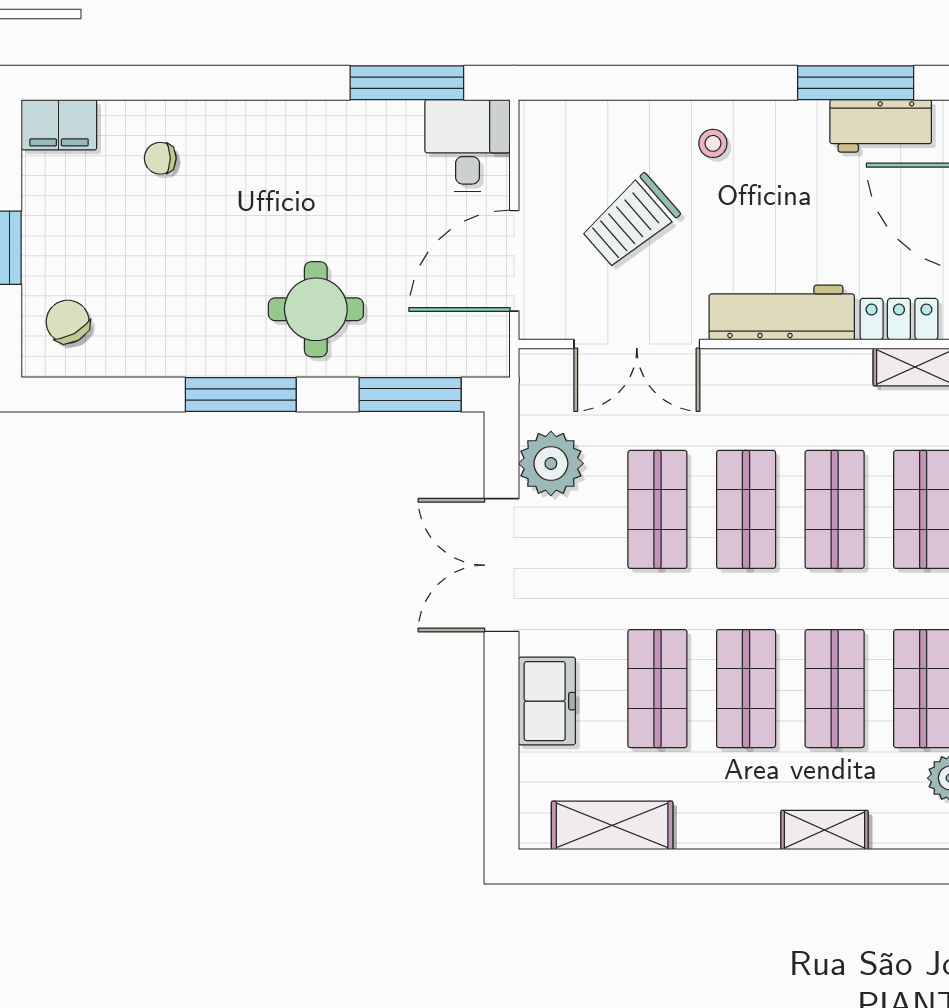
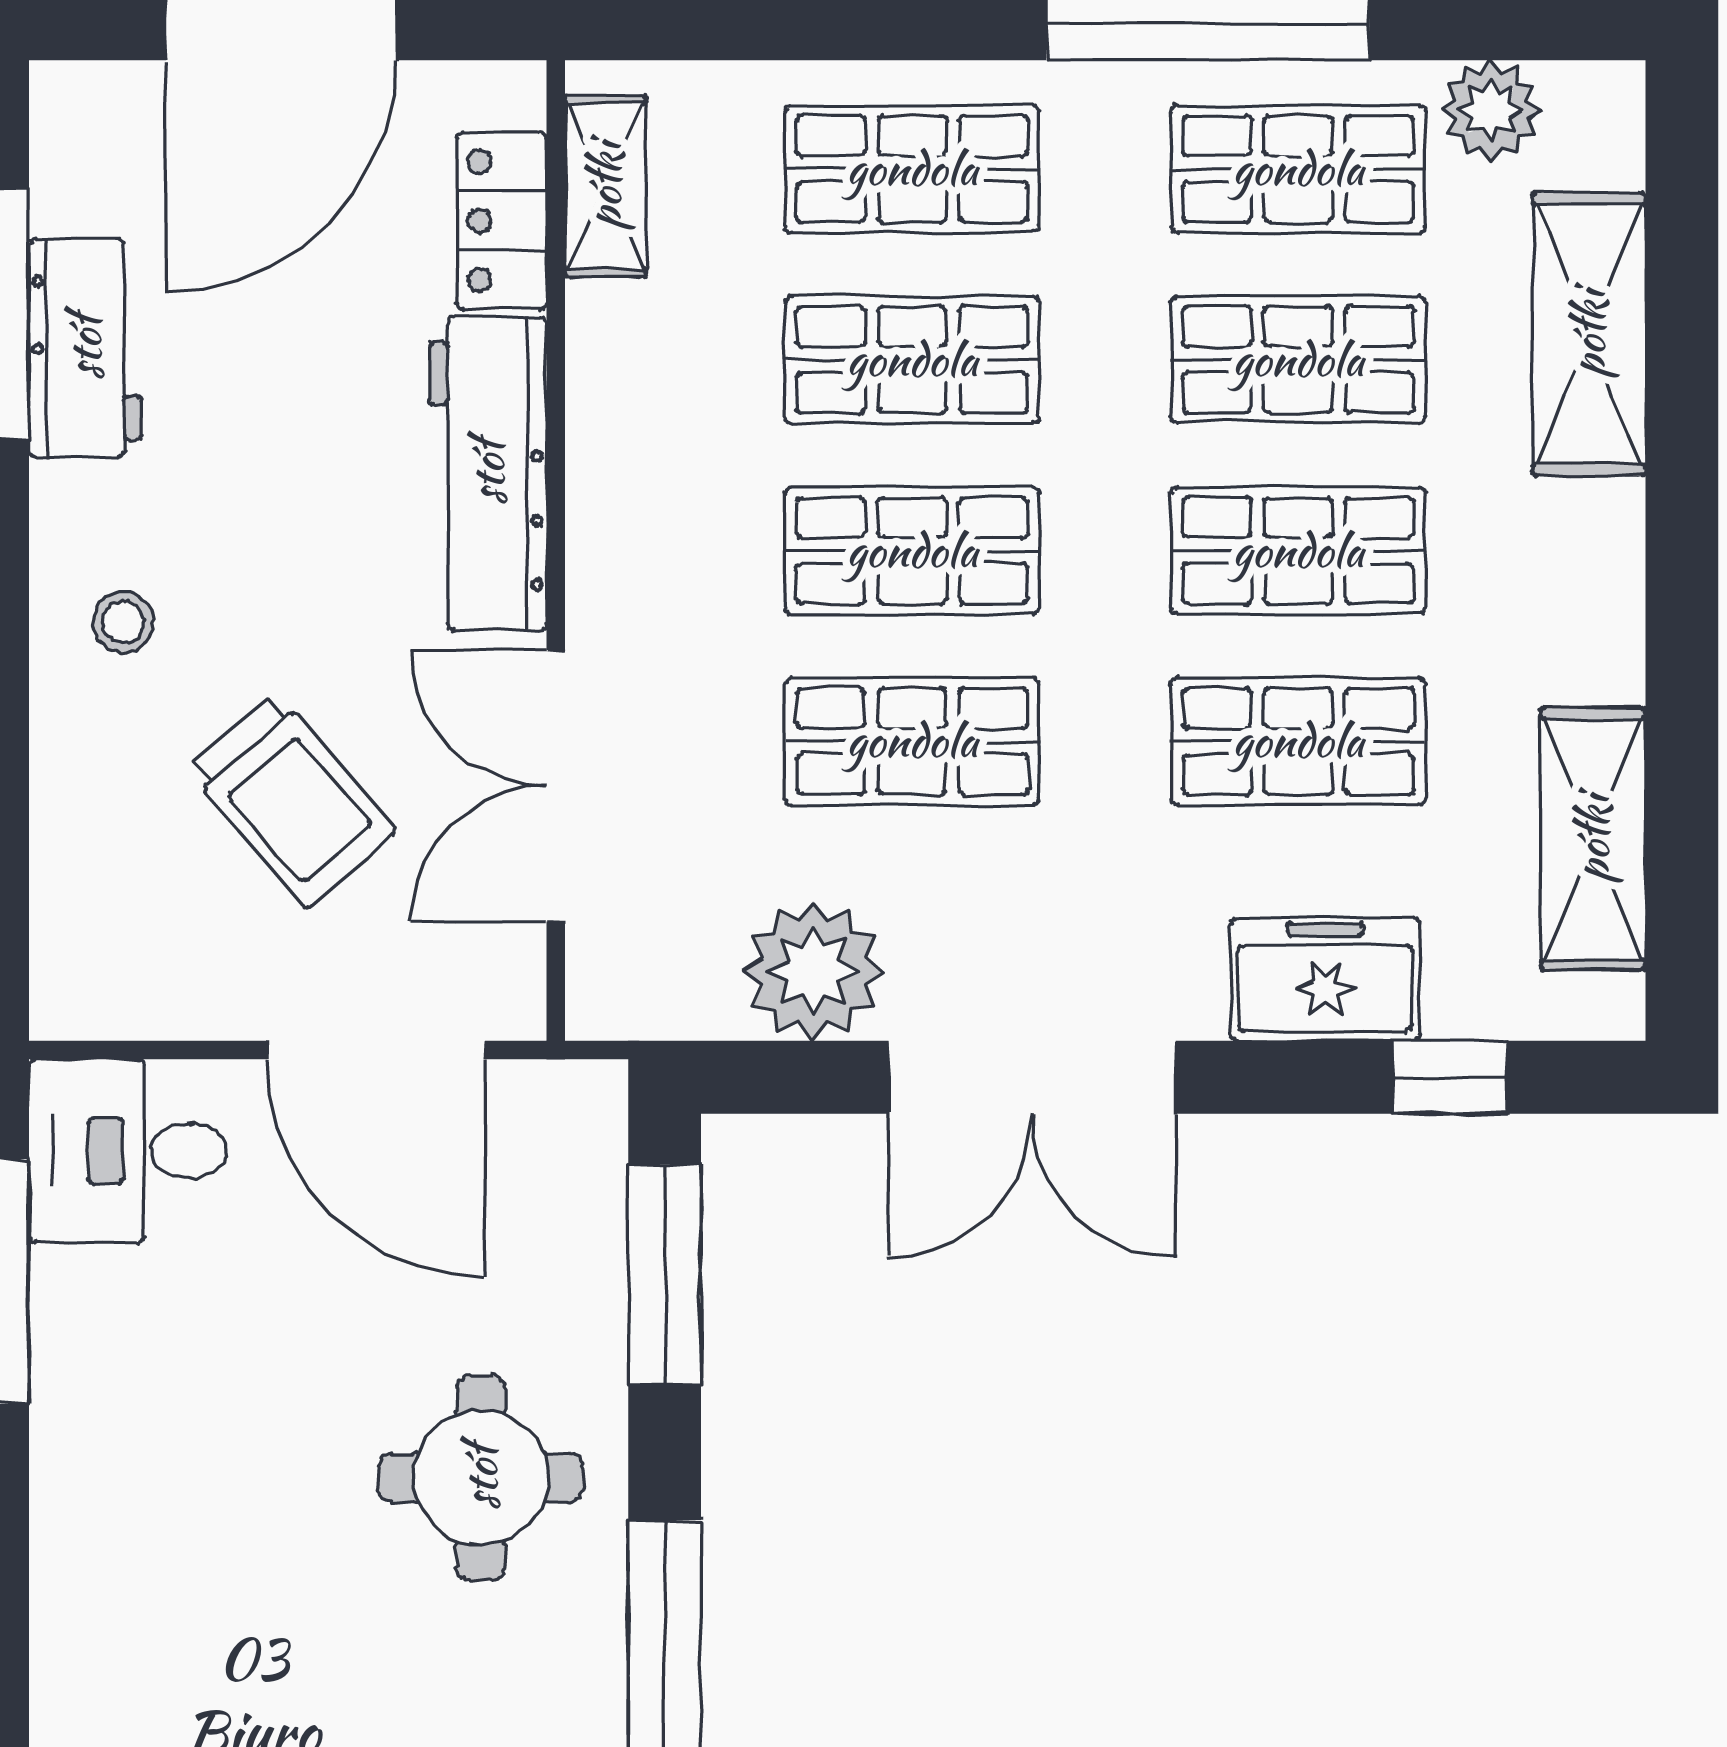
workbench: (881, 126) -> (85, 348), moved
double door: (637, 344) -> (556, 786), swing flipped
window: (502, 759) -> (1450, 1077), added
shelving: (825, 830) -> (1589, 334), width x1.50, depth x1.33

